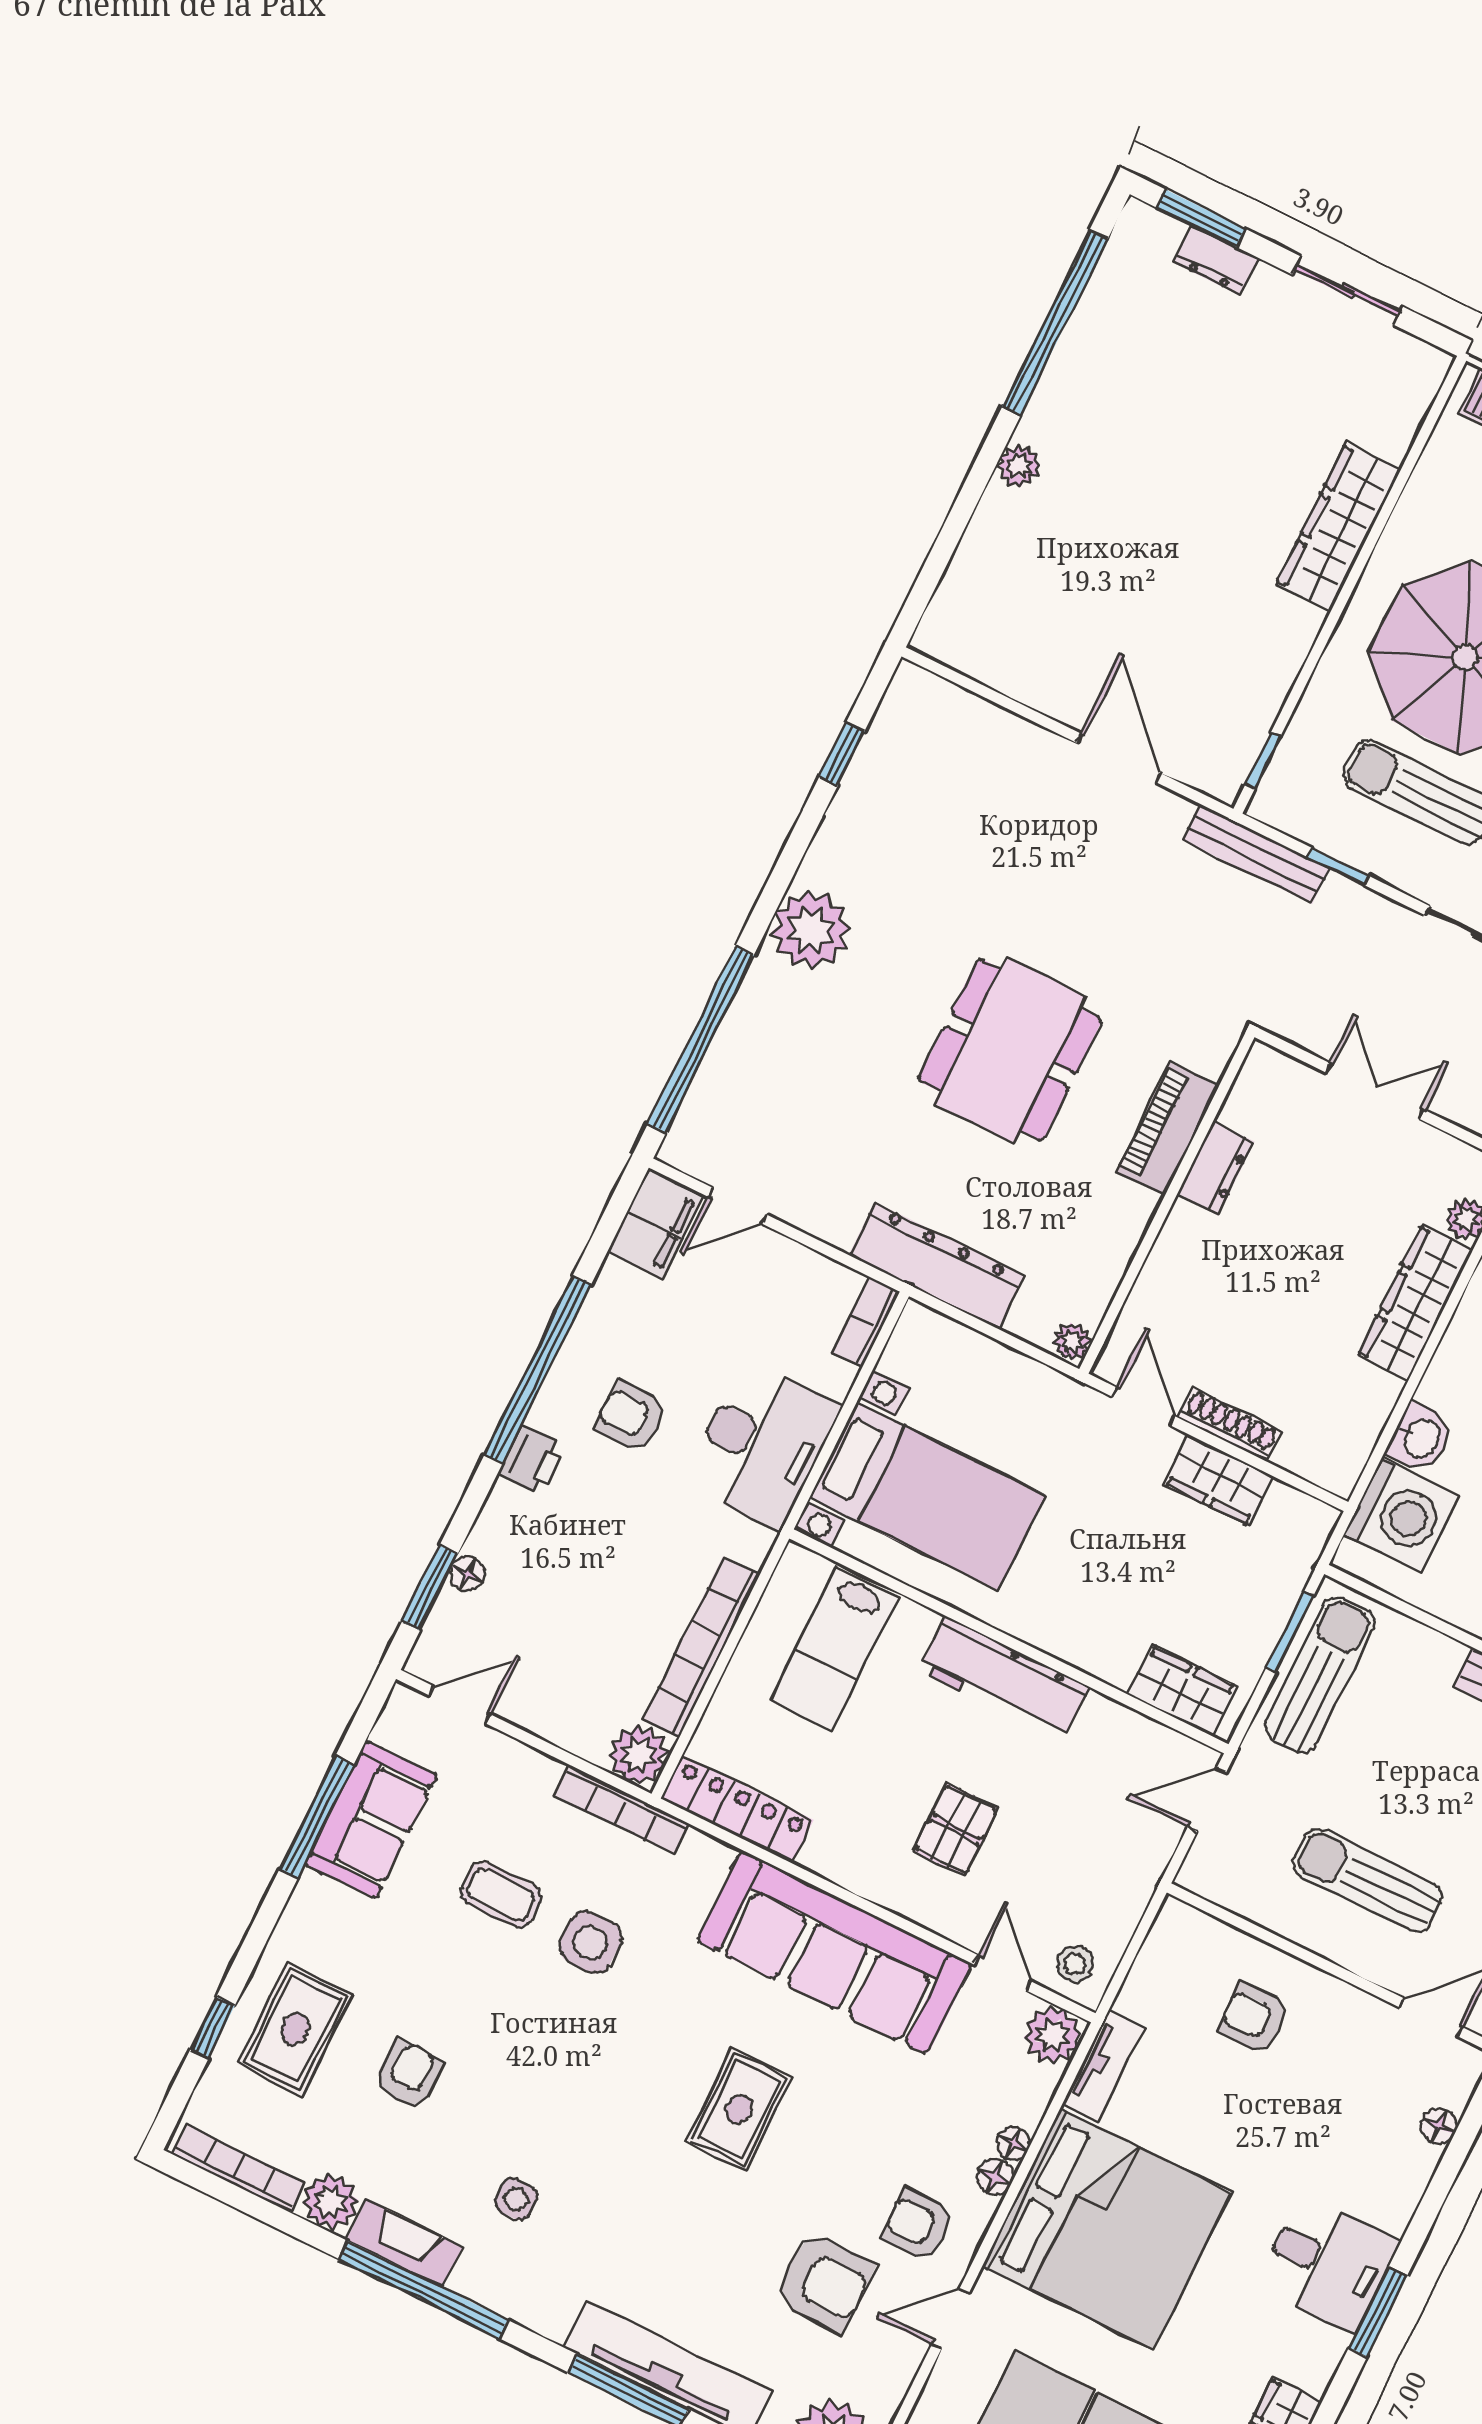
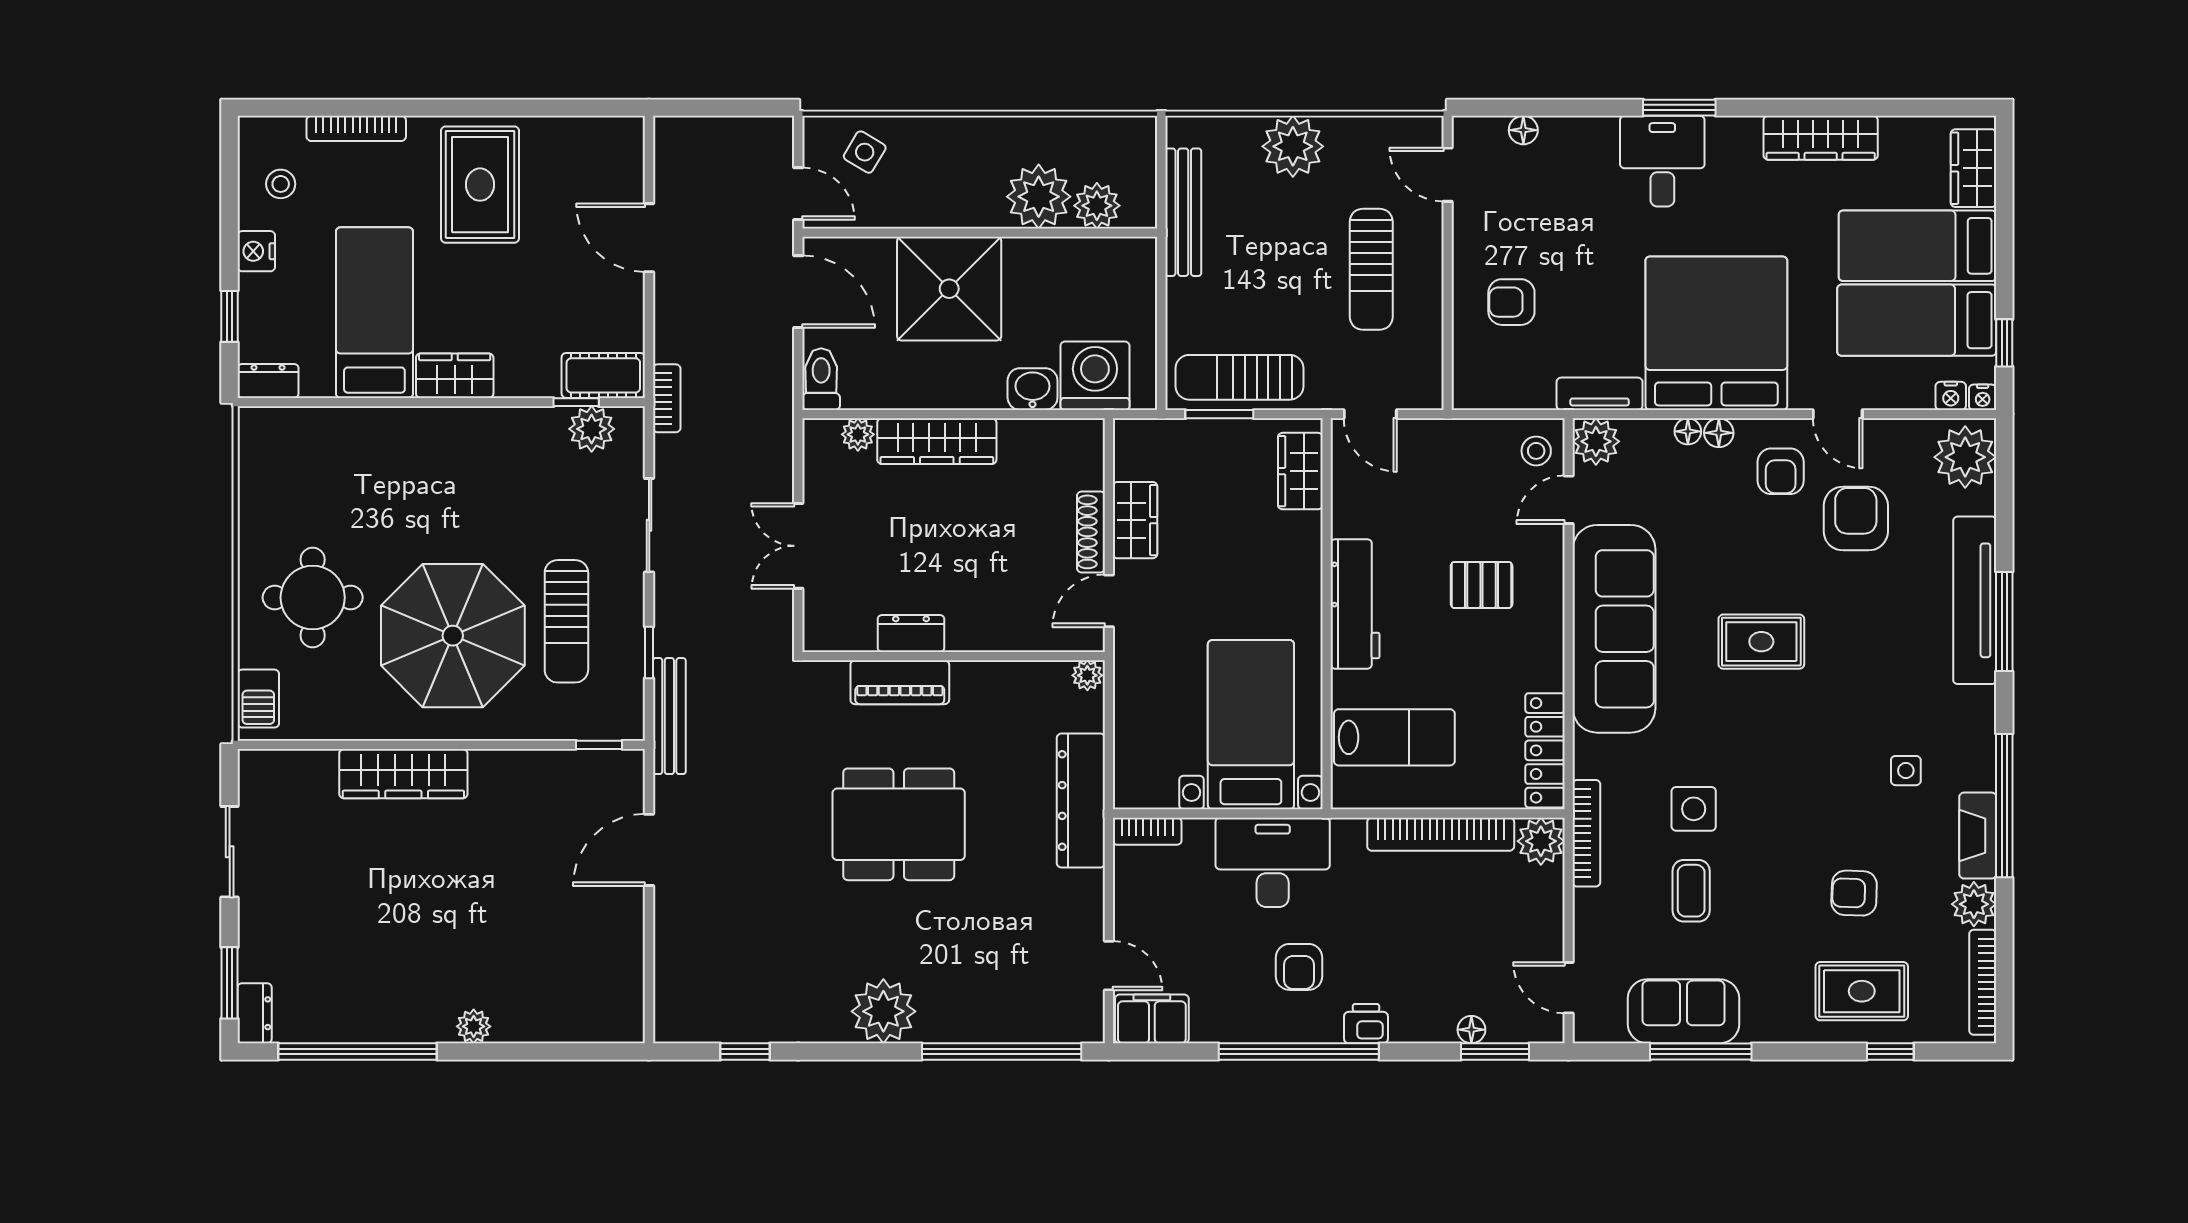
dresser: (1216, 260) -> (255, 1013), moved
armchair: (1254, 2018) -> (1511, 302), turned 90

